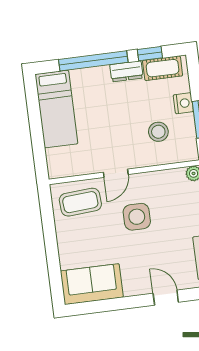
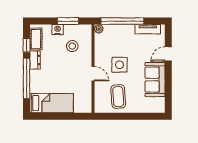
coffee table: (80, 202) -> (118, 97), moved
sofa: (92, 284) -> (155, 80), moved

